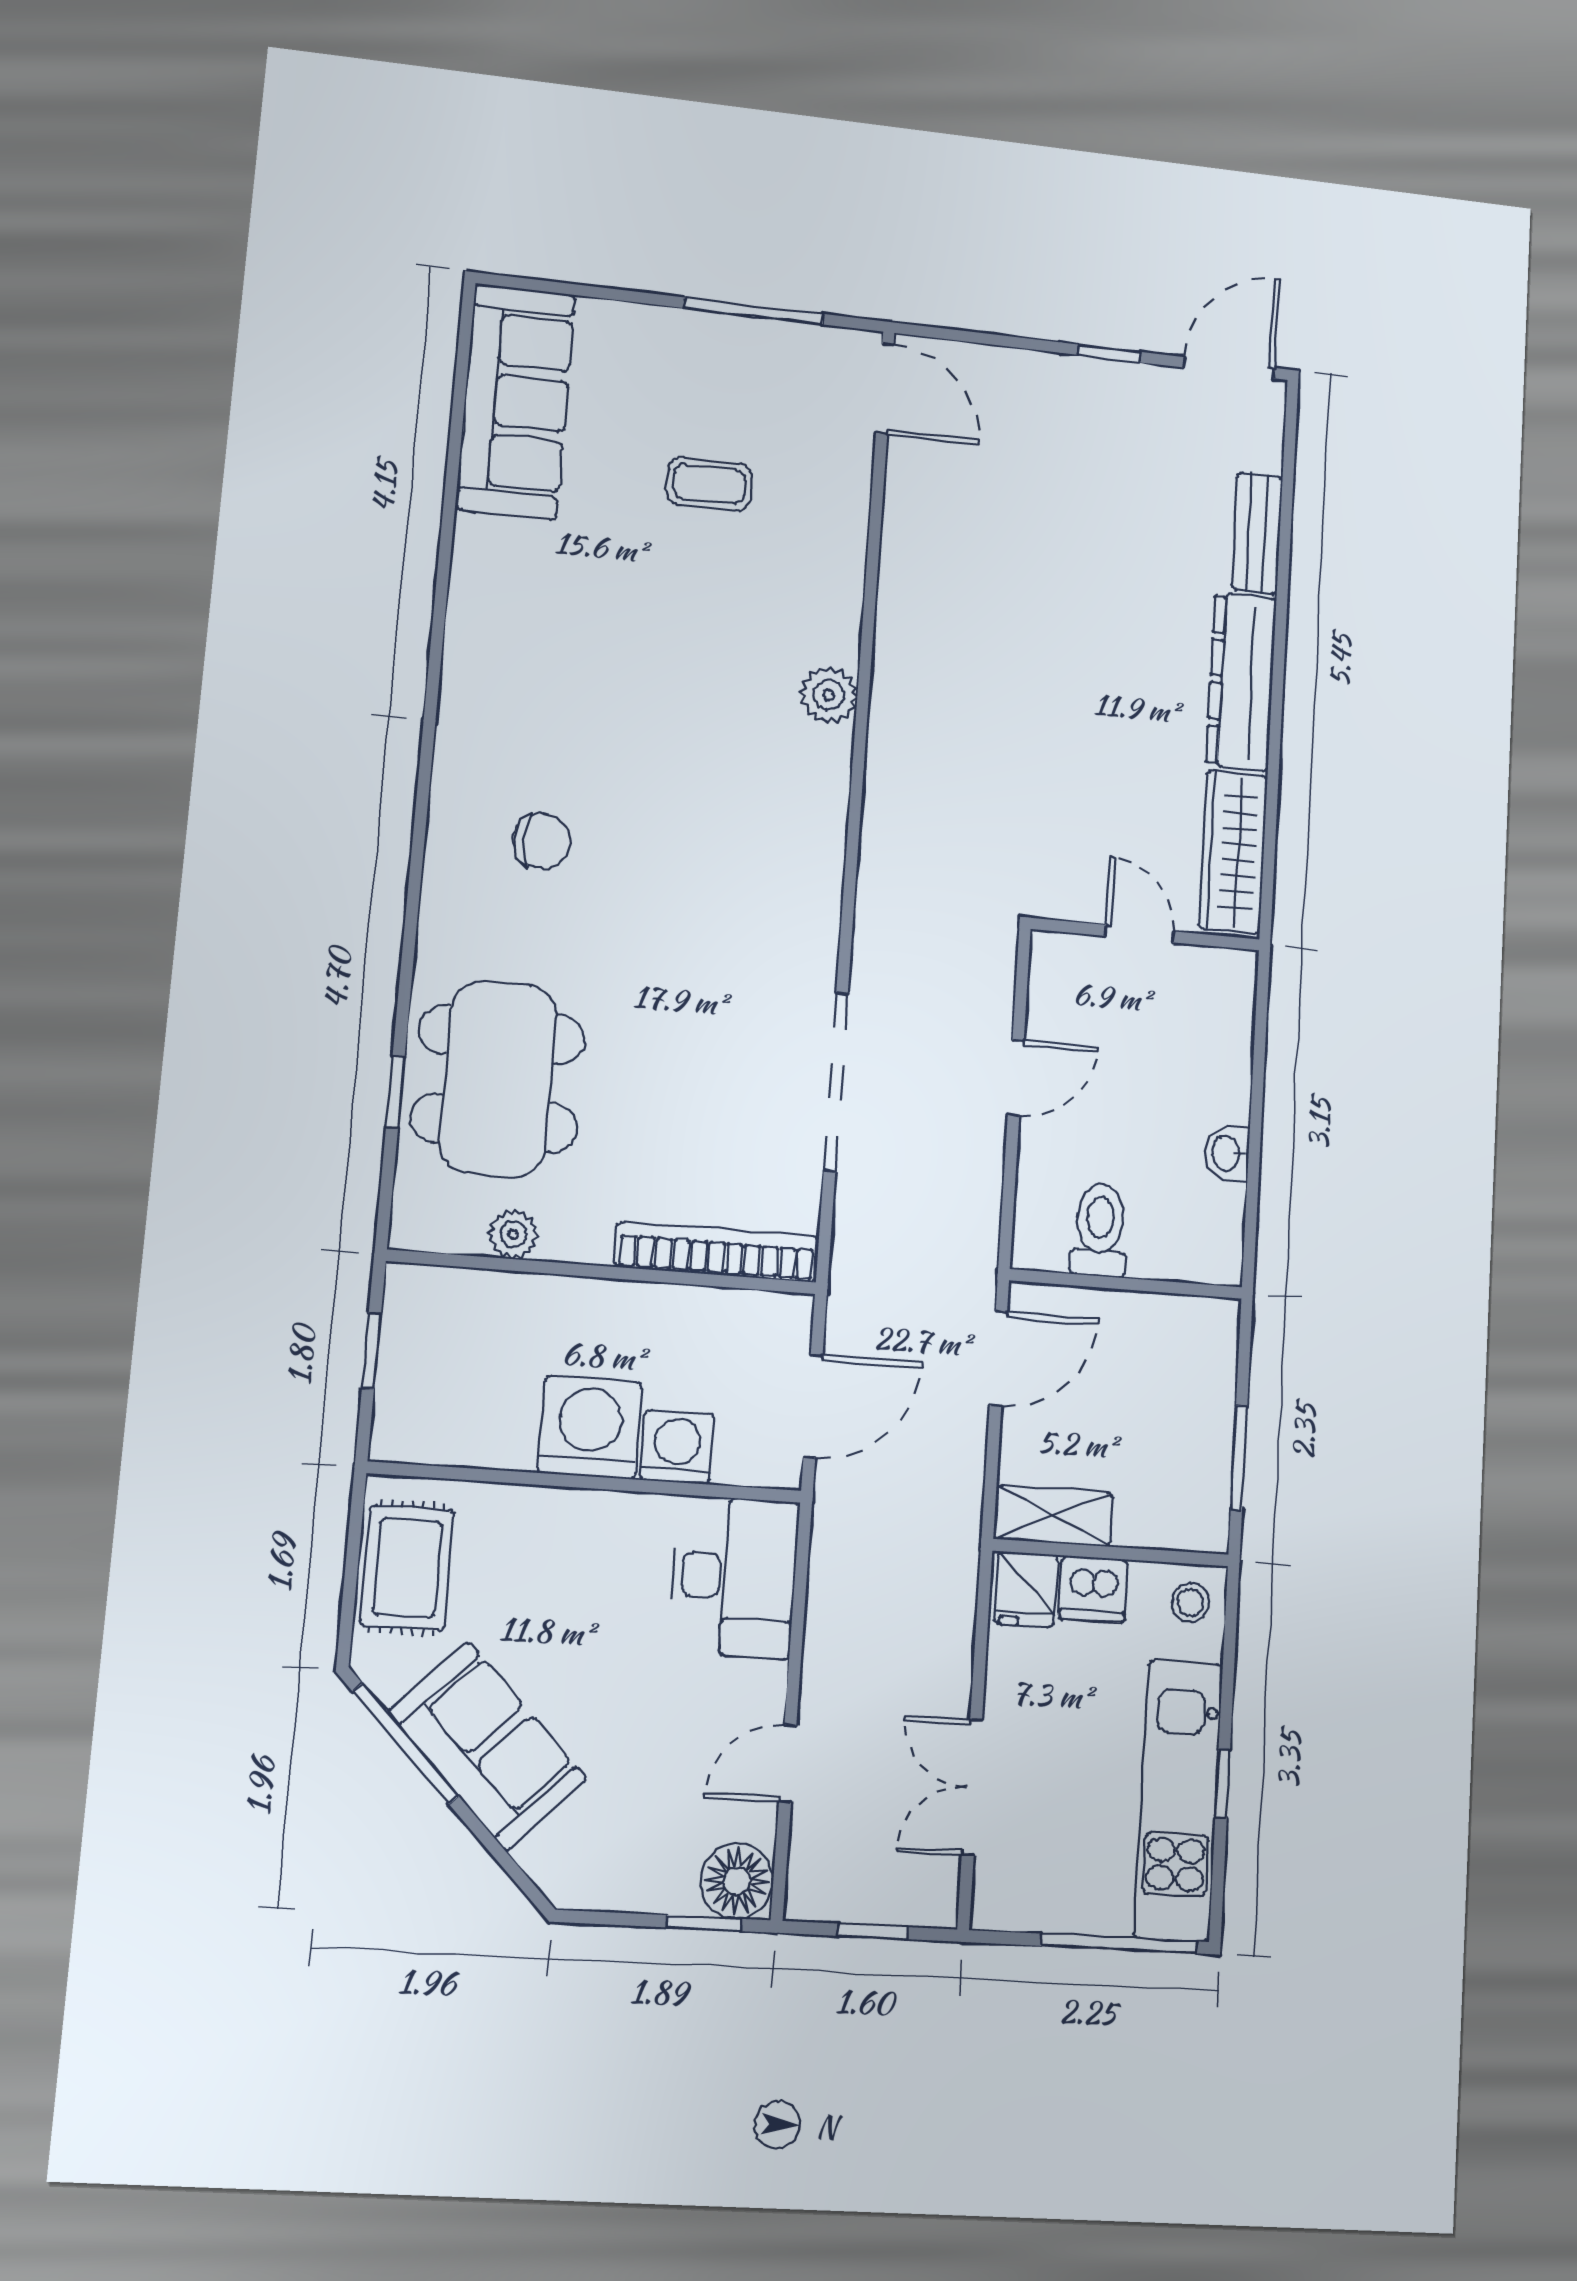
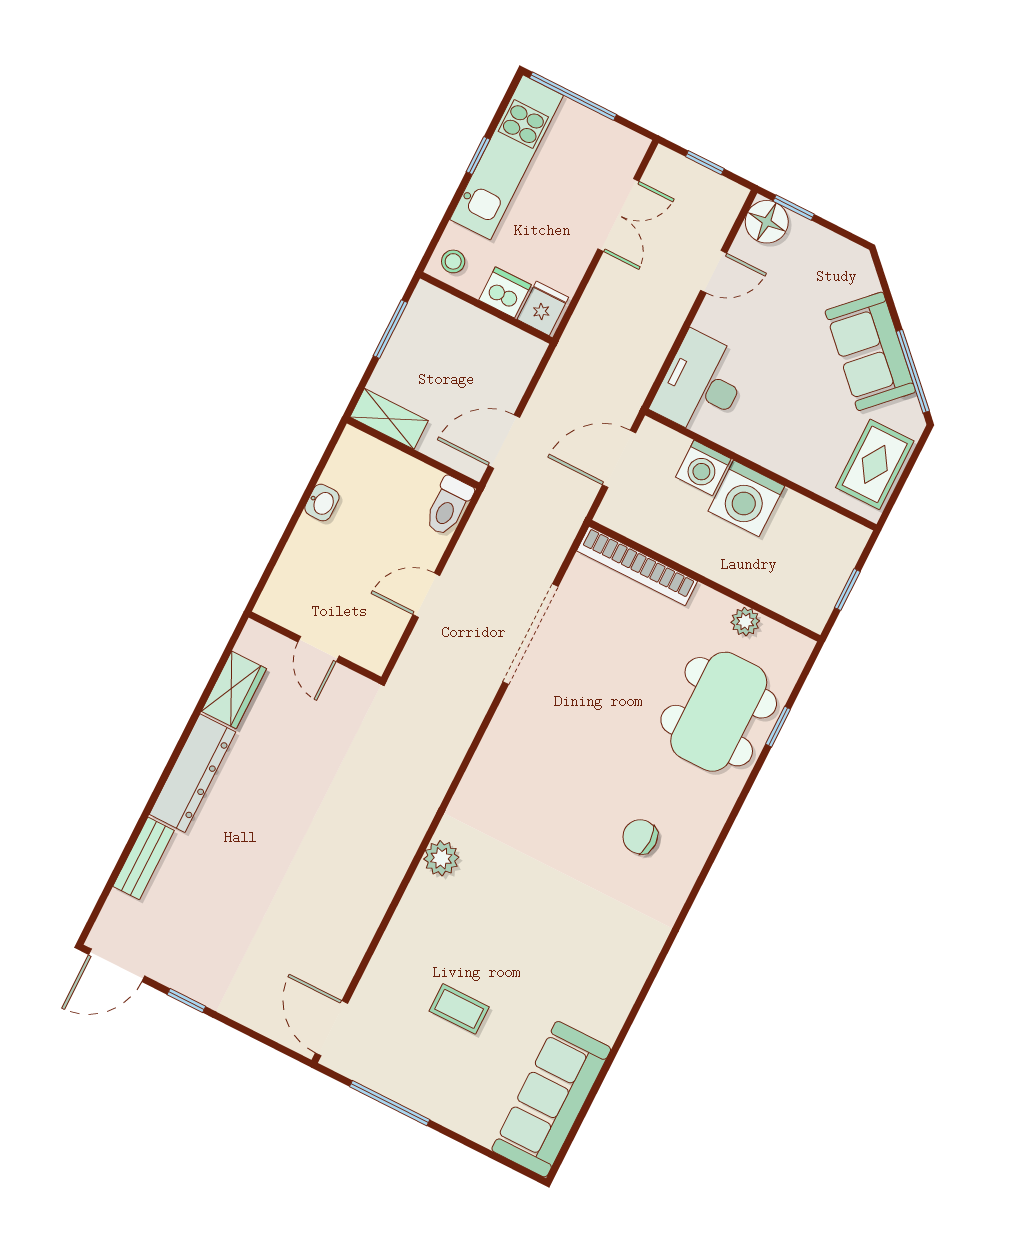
wardrobe: (1233, 852) -> (234, 690), width x0.67
toilet: (1100, 1230) -> (448, 506), moved
shelving: (1053, 1516) -> (389, 419), moved

